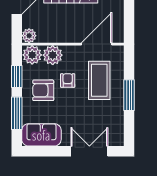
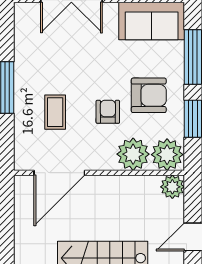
armchair: (68, 80) -> (108, 112), turned 180
coffee table: (99, 80) -> (55, 112), width x0.54, depth x0.58

